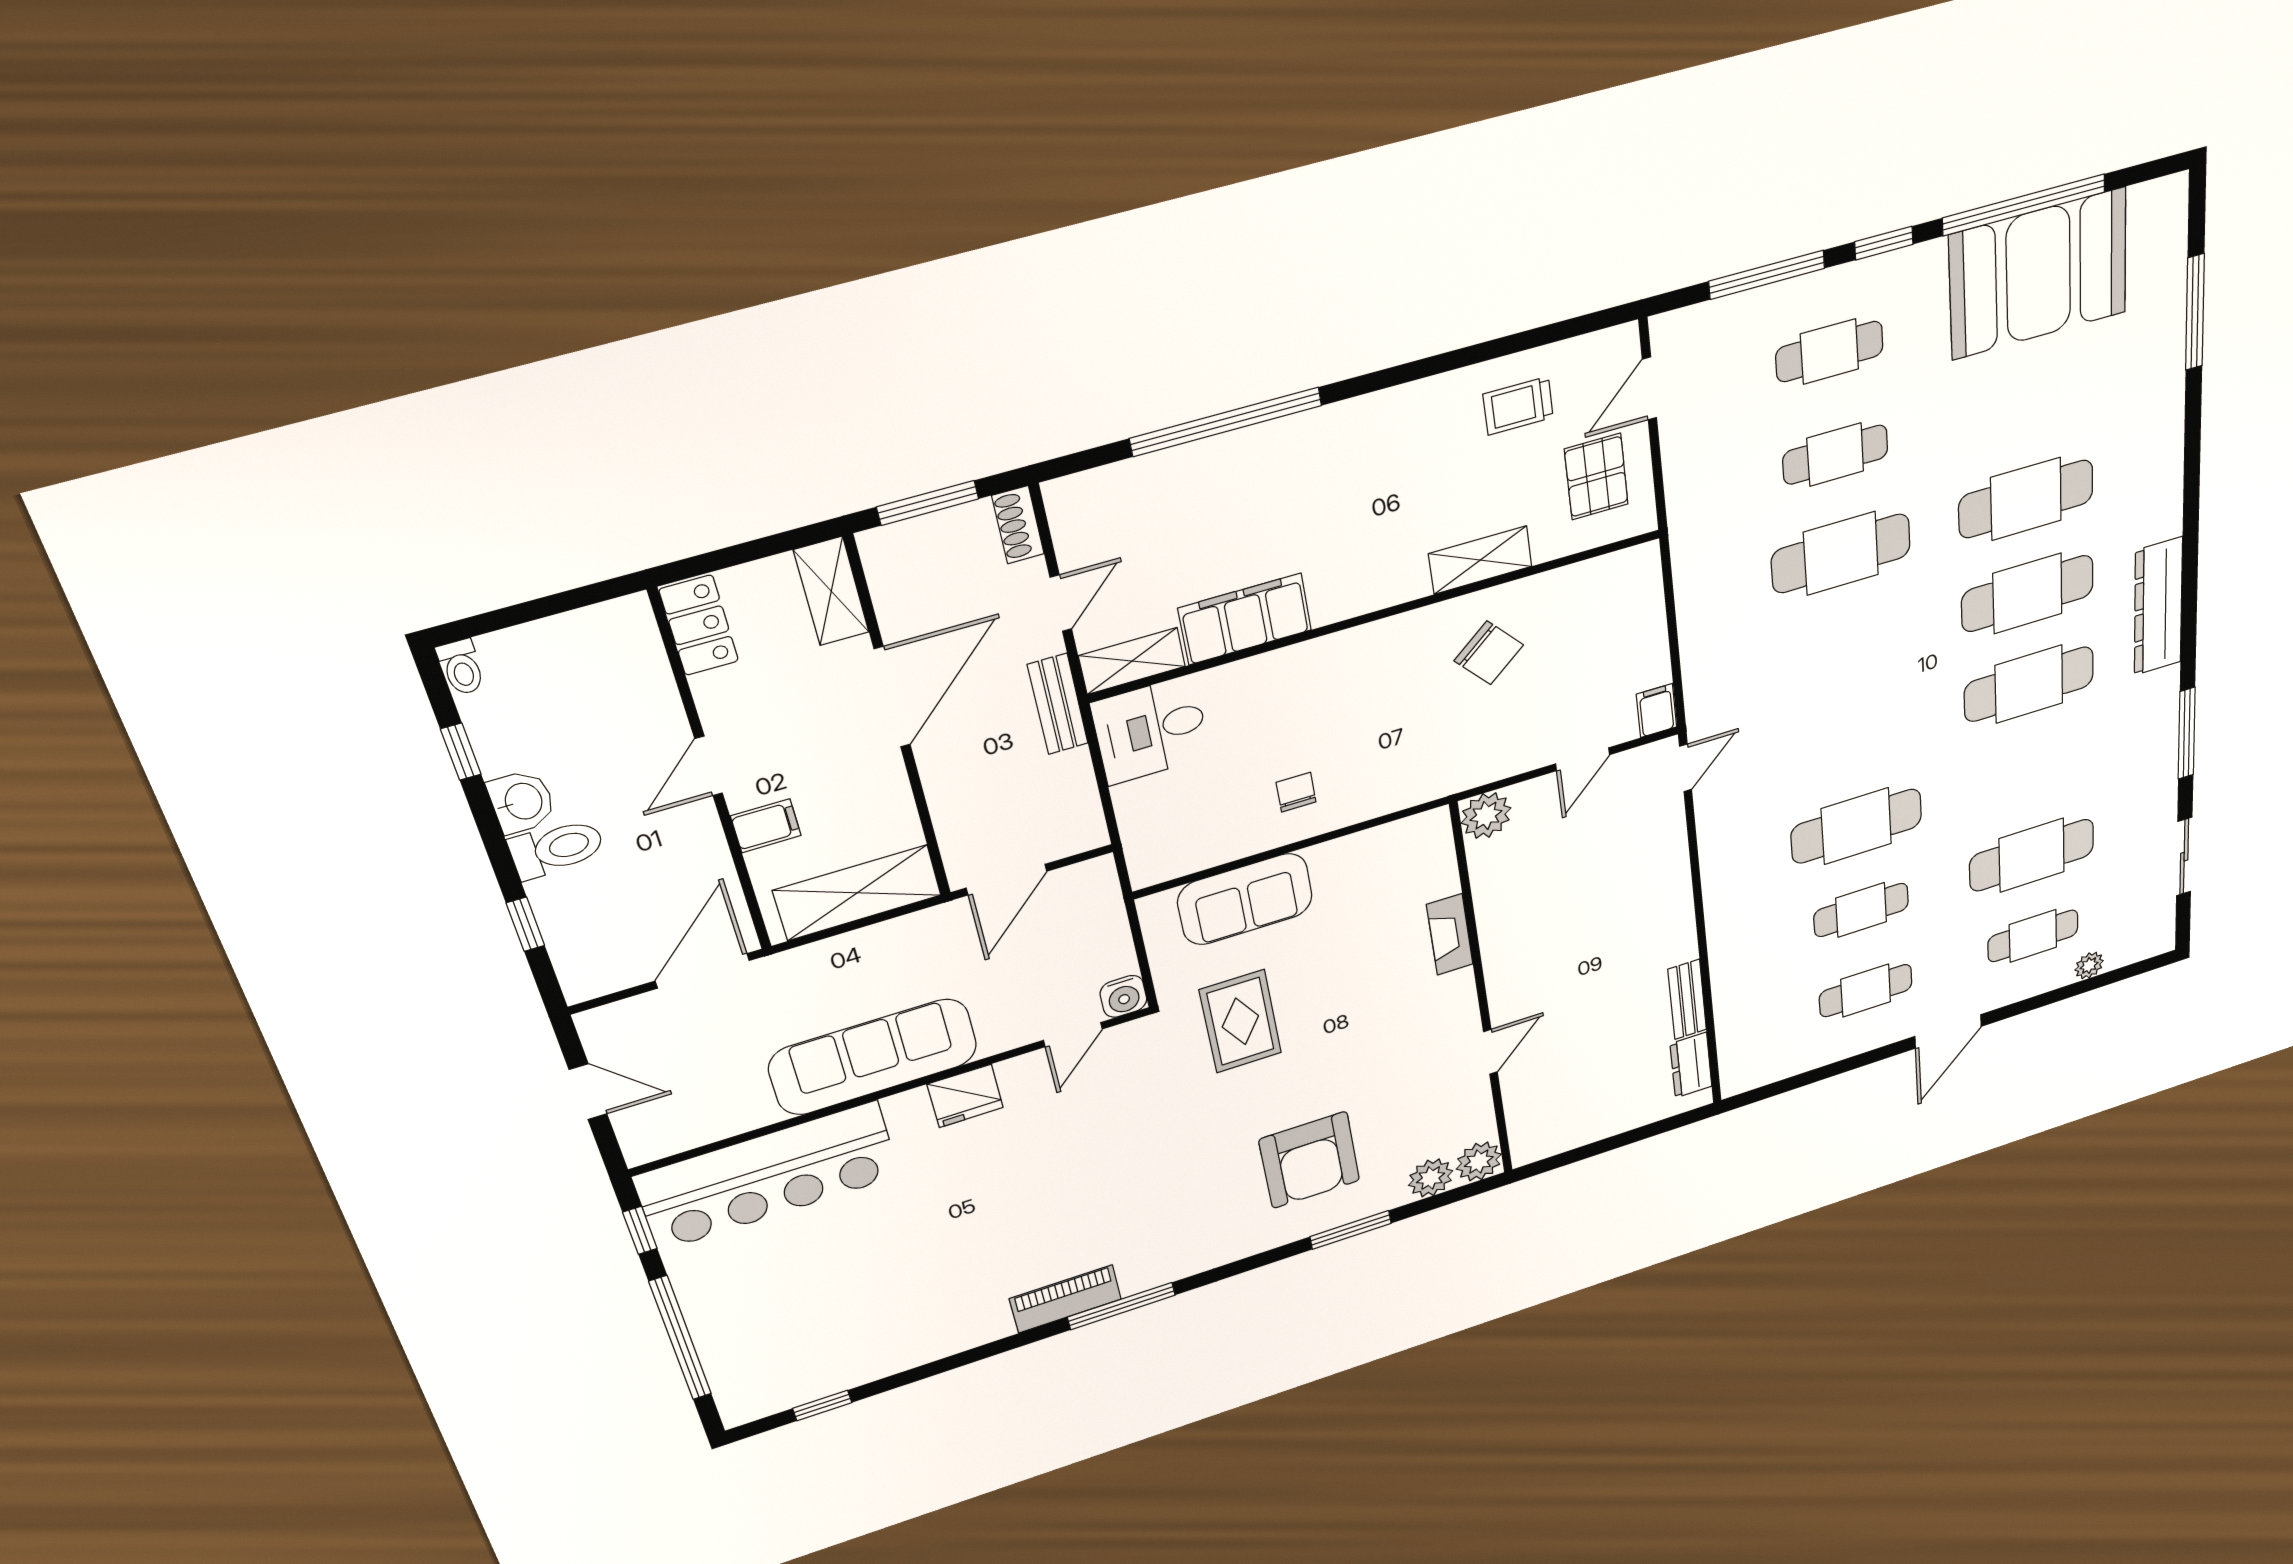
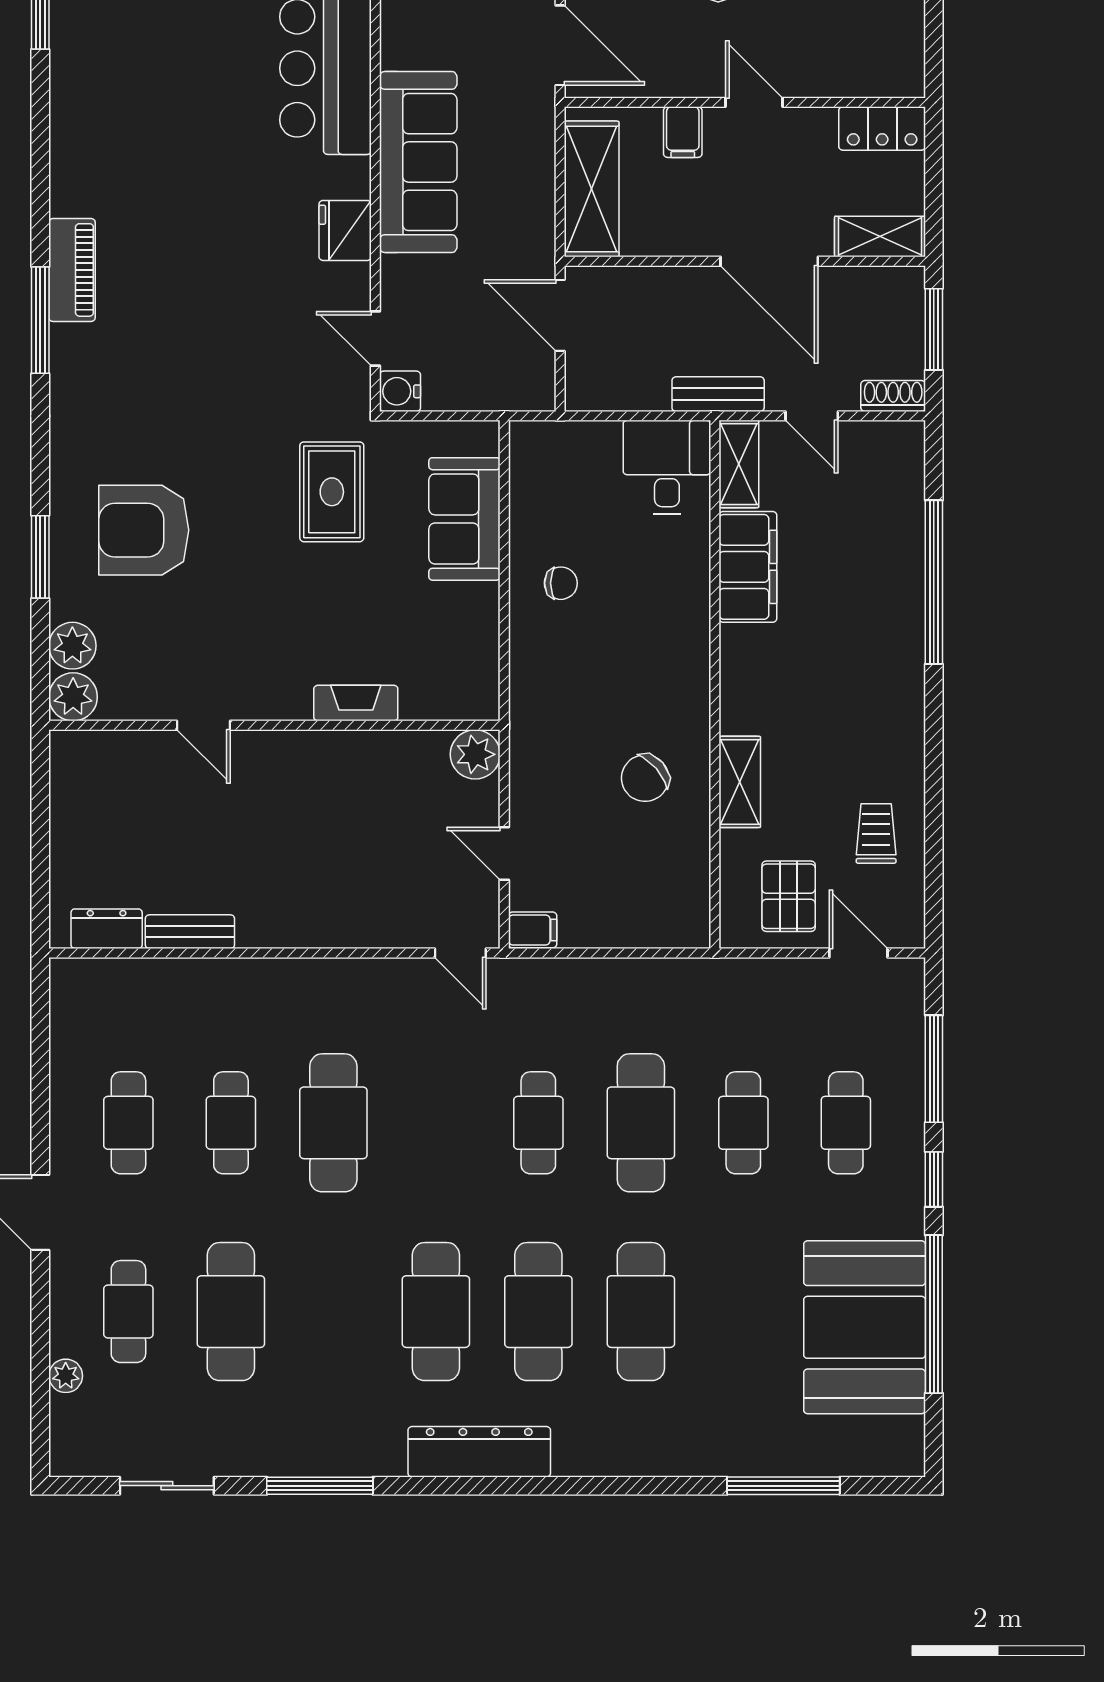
pallet: (1596, 477) -> (789, 896), turned 90
cafe table: (1846, 648) -> (538, 1123), added
rug: (1240, 1021) -> (332, 492), turned 90

